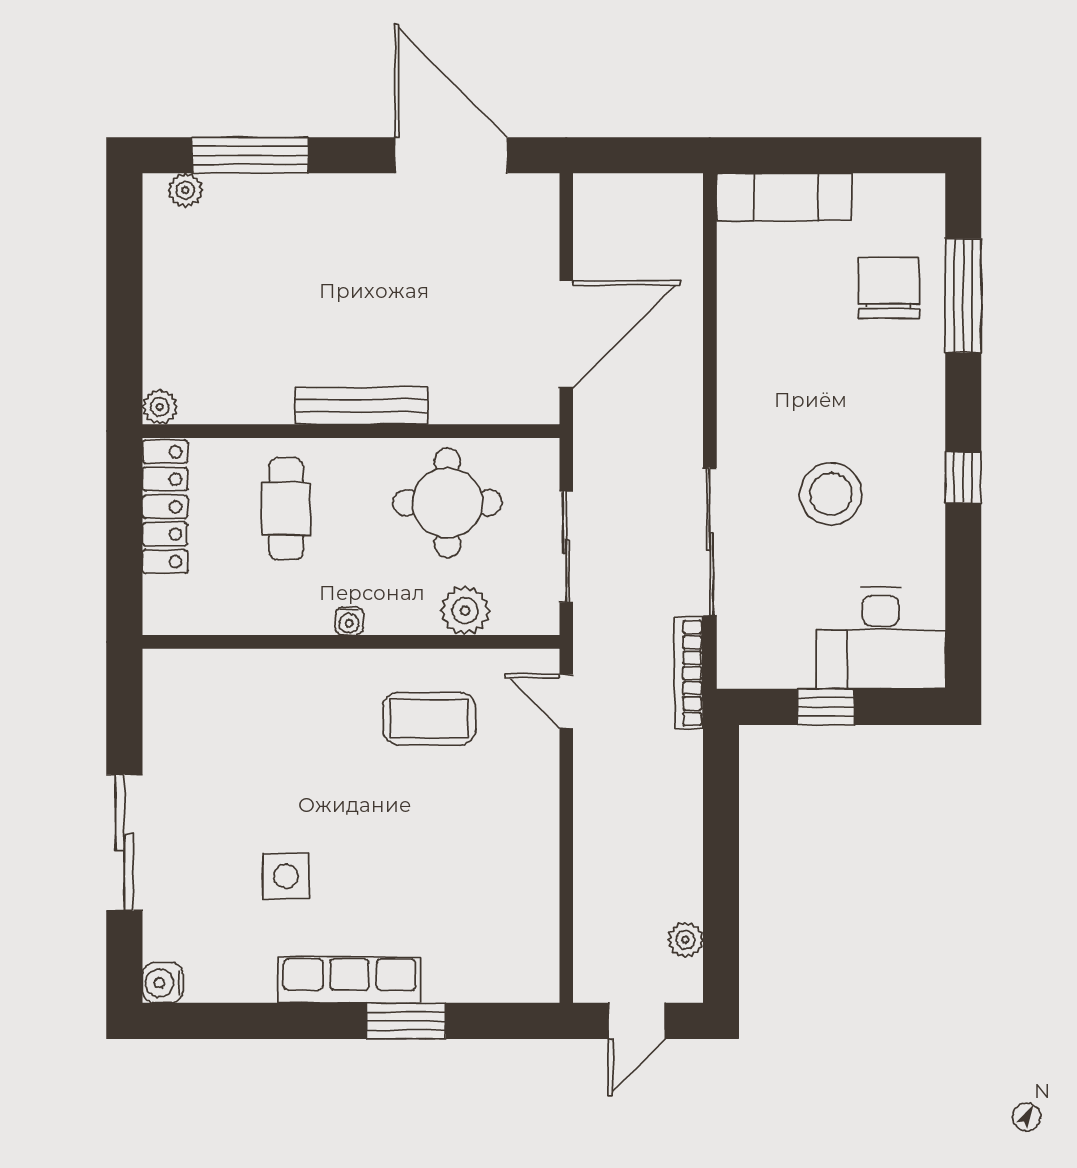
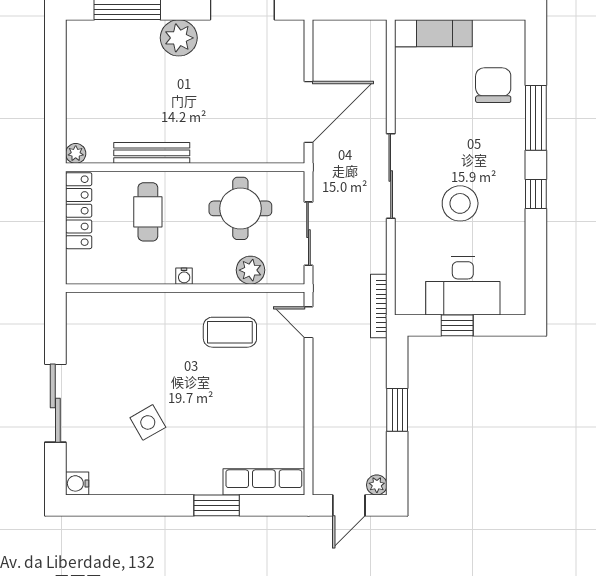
plant: (185, 190) -> (179, 38), moved, width x1.87, depth x1.87
window: (963, 296) -> (536, 118), moved
bench: (361, 406) -> (152, 153), moved
sliding door: (710, 542) -> (391, 176), moved
desk: (881, 638) -> (463, 286), moved
window: (721, 854) -> (397, 410), added
side table: (286, 876) -> (148, 422), turned -30
plant: (685, 940) -> (377, 485), moved
row of seats: (350, 980) -> (264, 482), moved

